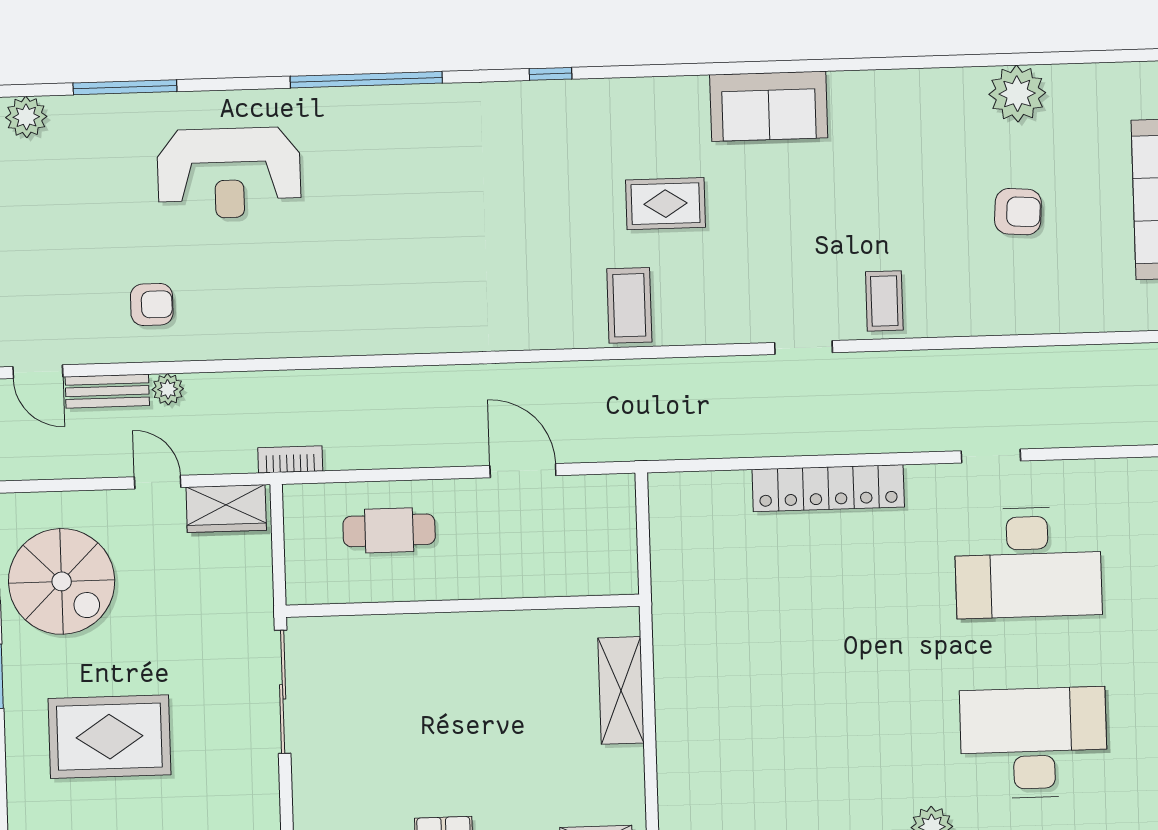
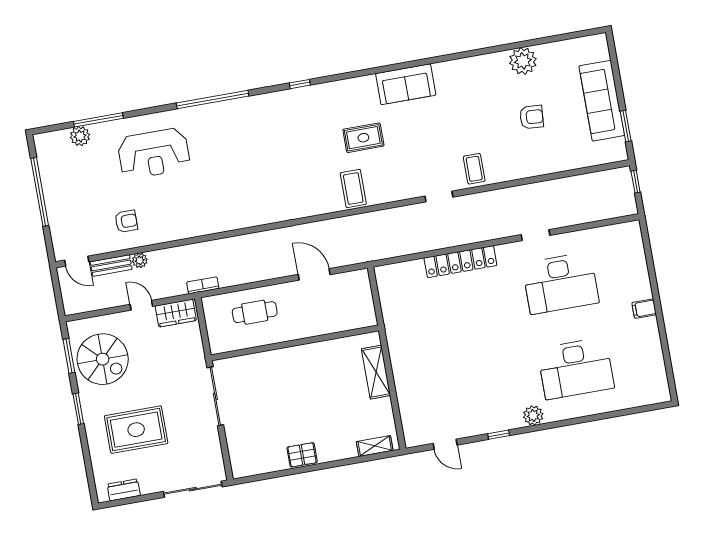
plant: (26, 117) -> (80, 136), moved
desk: (1034, 743) -> (576, 368), turned 180

